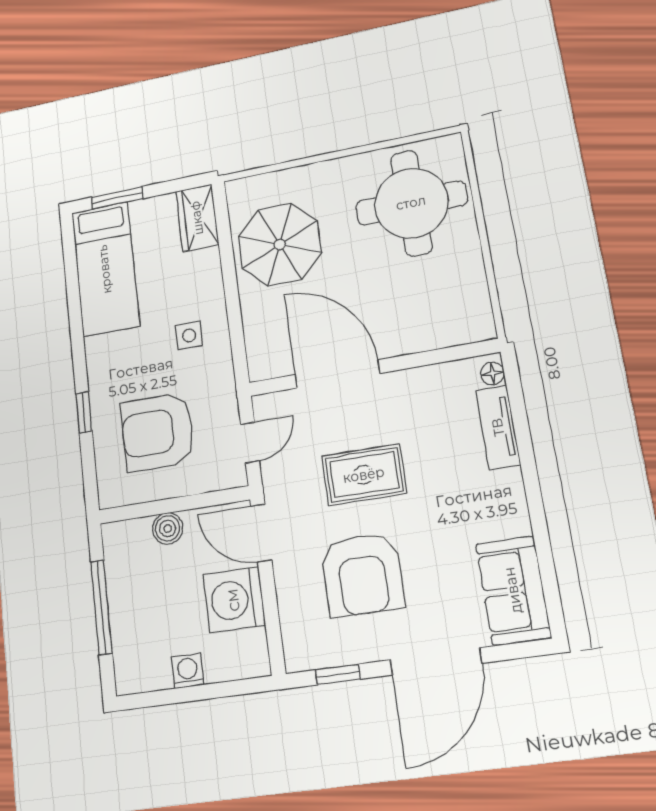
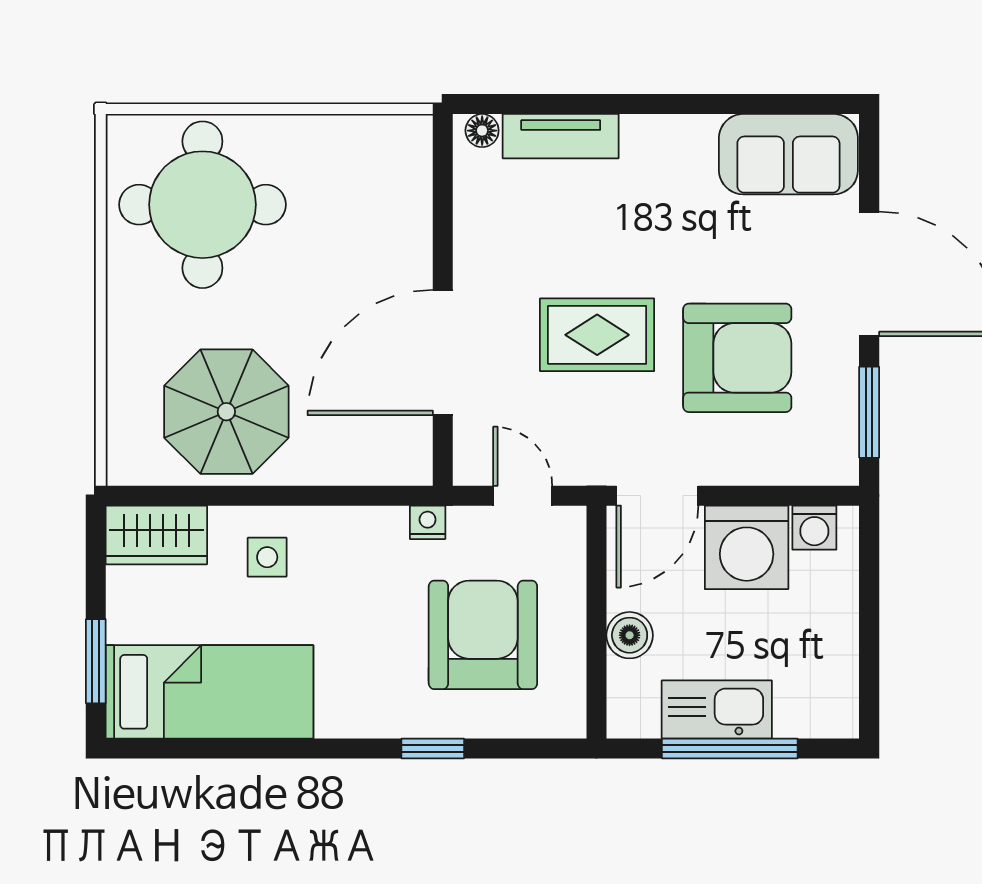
side table: (189, 335) -> (267, 557), moved
nightstand: (225, 384) -> (428, 522), added
armchair: (158, 432) -> (483, 635), turned 180
rug: (364, 475) -> (597, 335), turned 90
kitchen sink: (126, 595) -> (717, 710), added
washing machine: (188, 671) -> (814, 528), moved, turned -90
window: (338, 674) -> (869, 412), width x1.50

